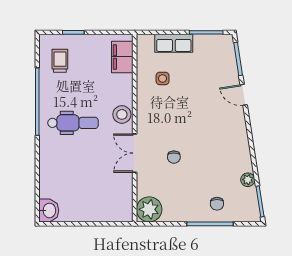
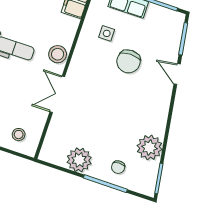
chair: (174, 157) -> (129, 61), moved, width x1.87, depth x1.87
plant: (248, 180) -> (150, 147), width x1.88, depth x1.88
stool: (110, 205) -> (19, 135), added
plant: (149, 209) -> (79, 160), moved

